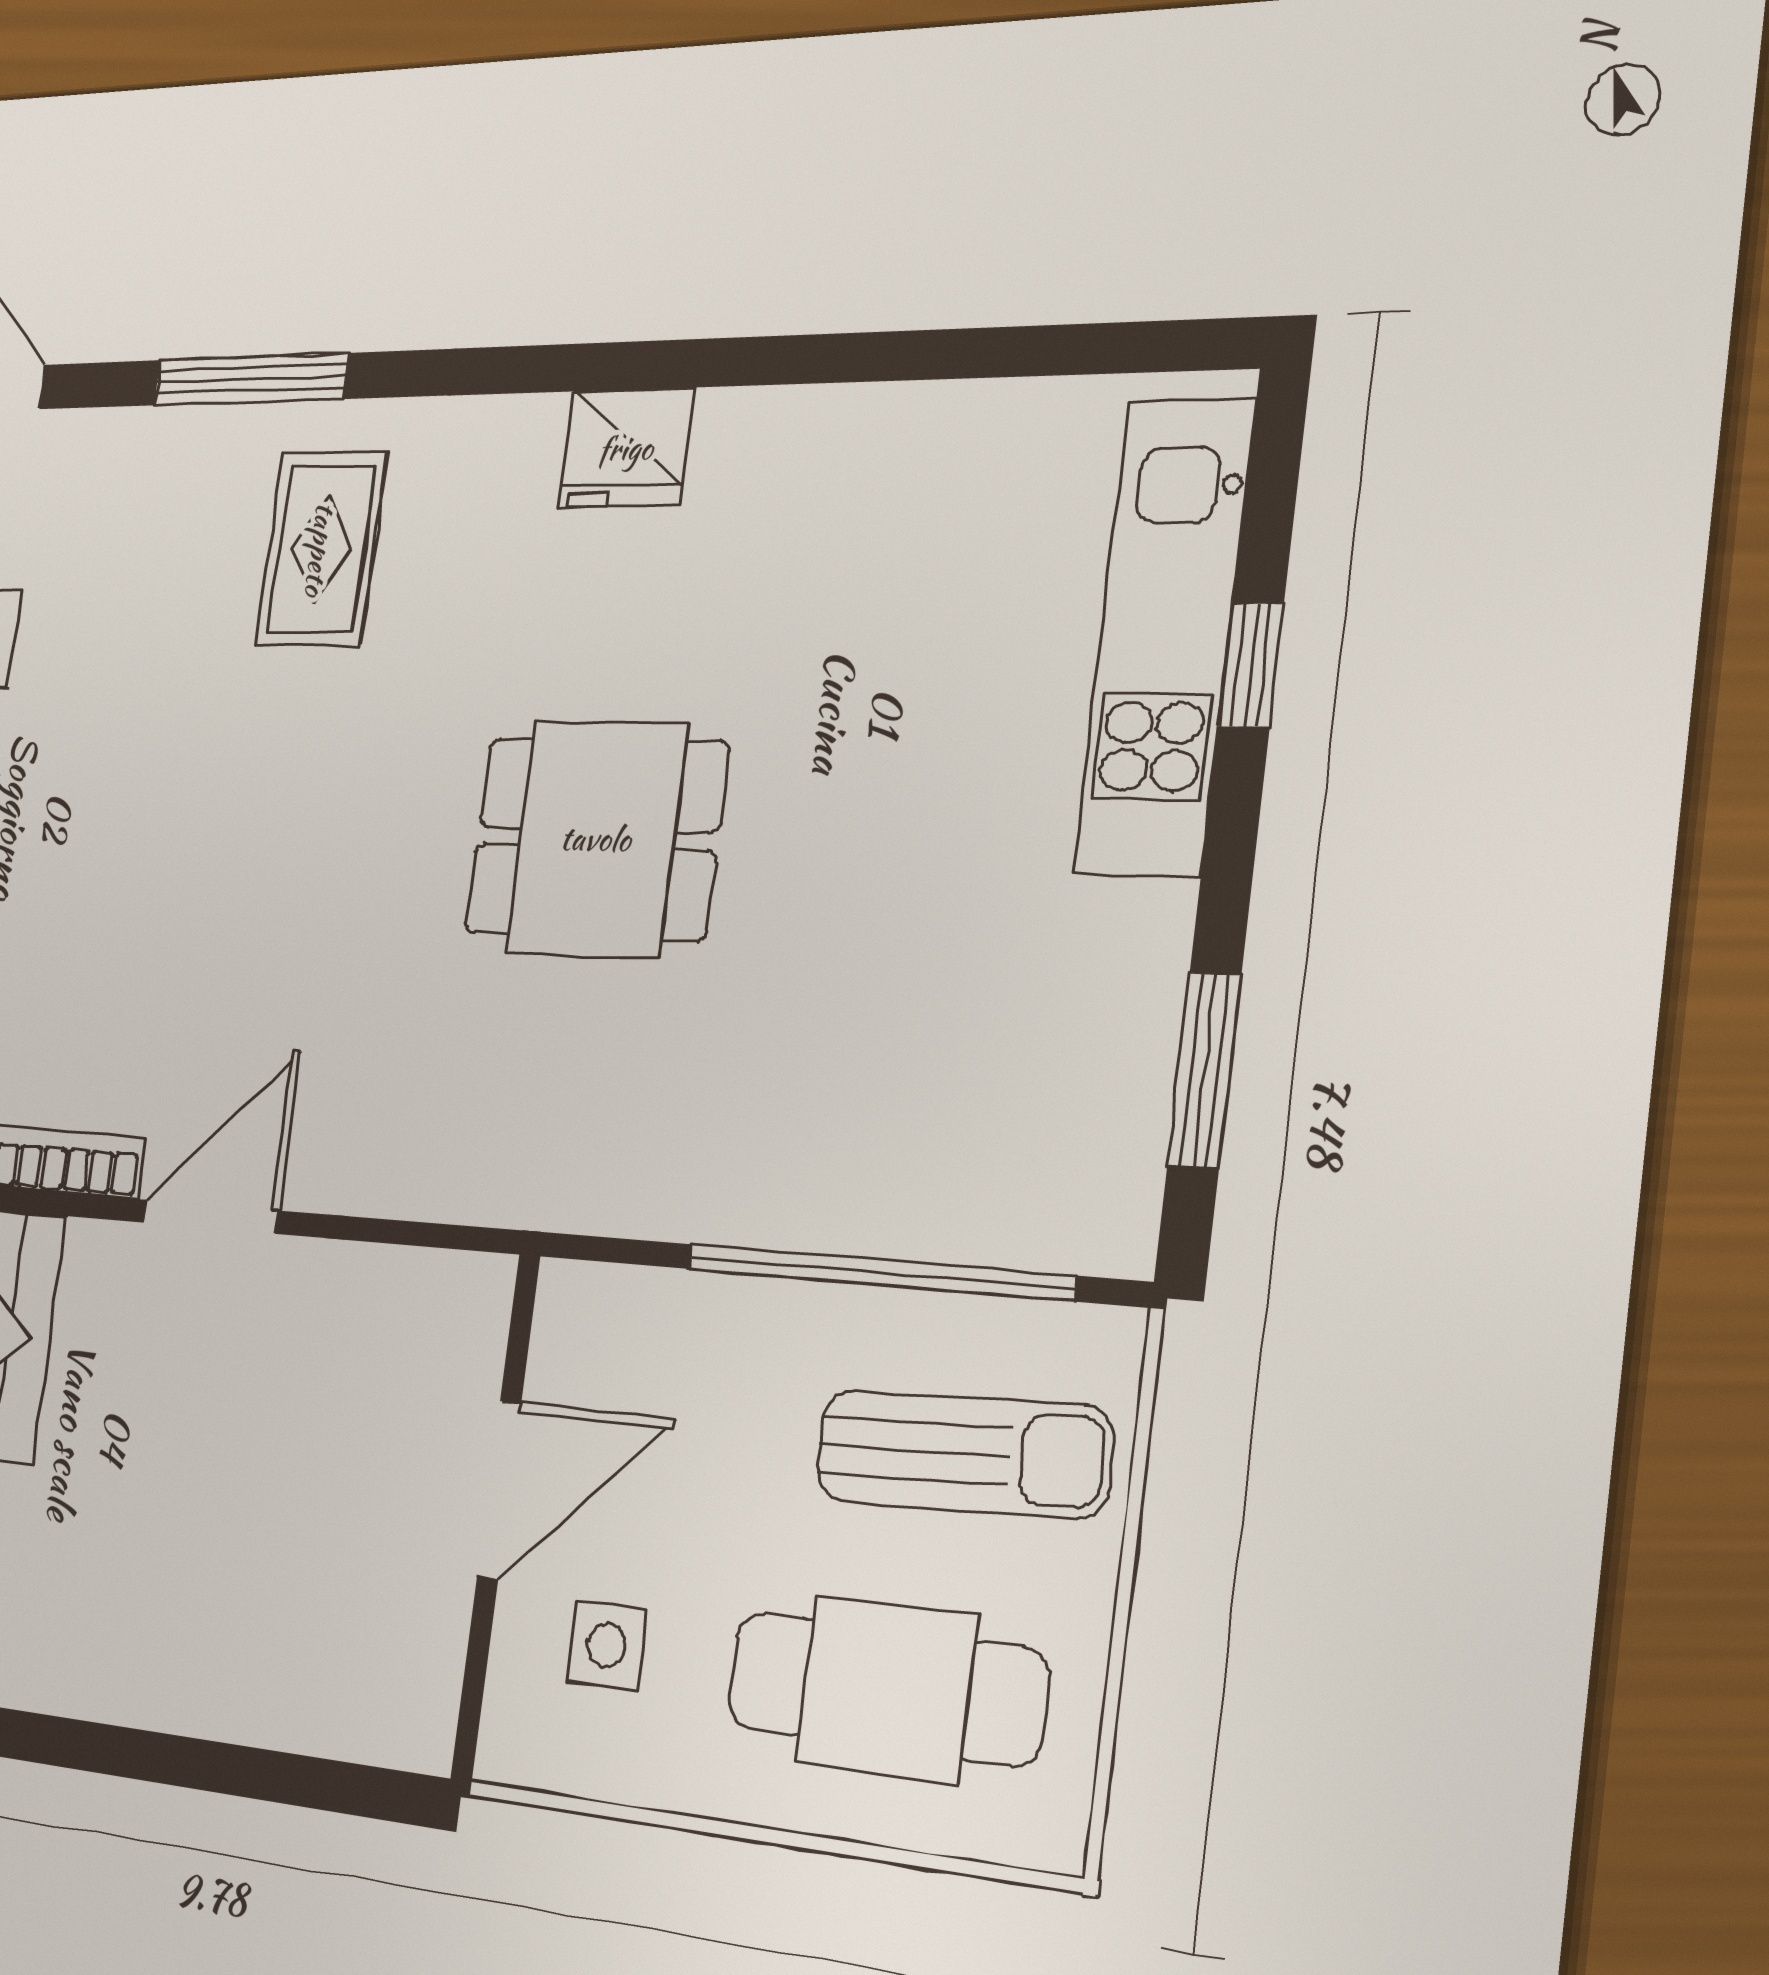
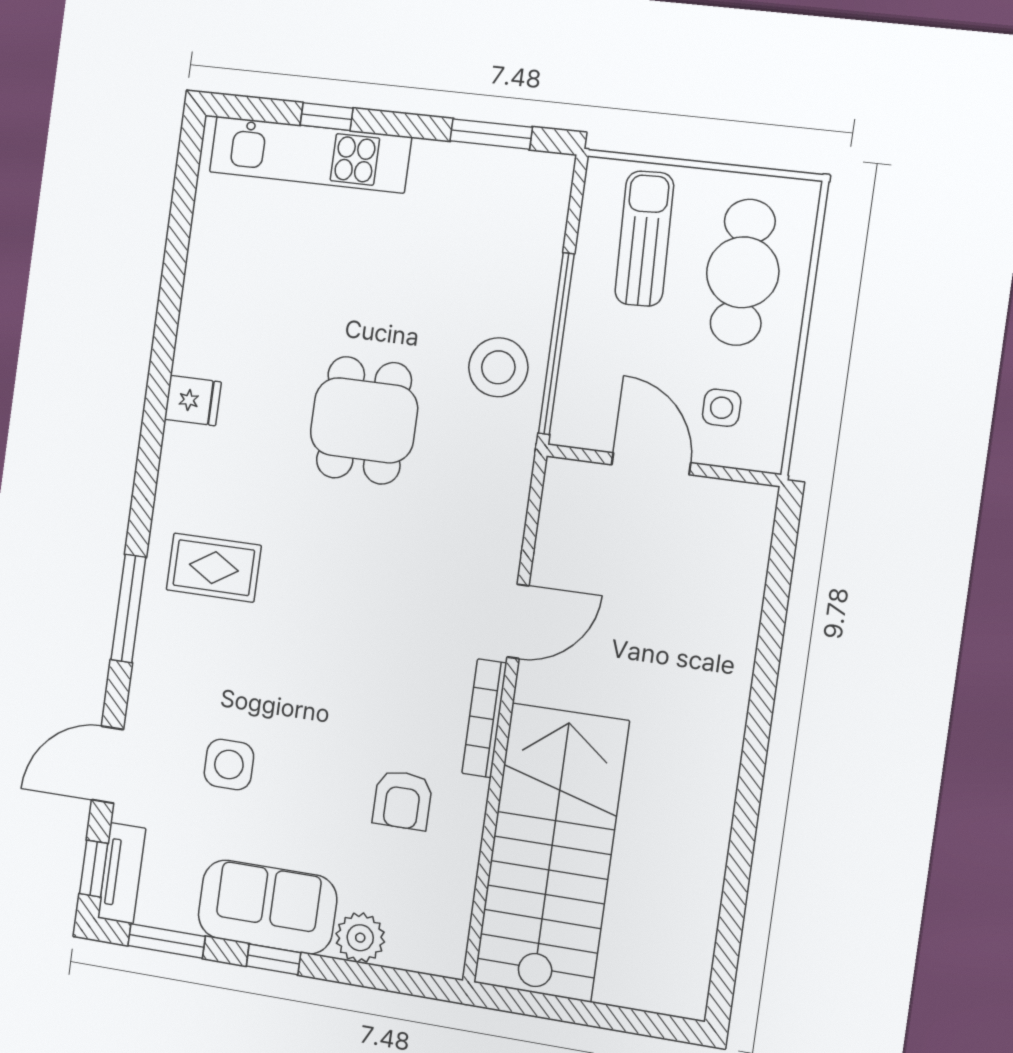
fridge: (626, 448) -> (193, 401), width x0.72
stool: (697, 1132) -> (498, 367), added
door: (211, 1217) -> (518, 621), swing flipped
window: (878, 1272) -> (556, 344), moved

